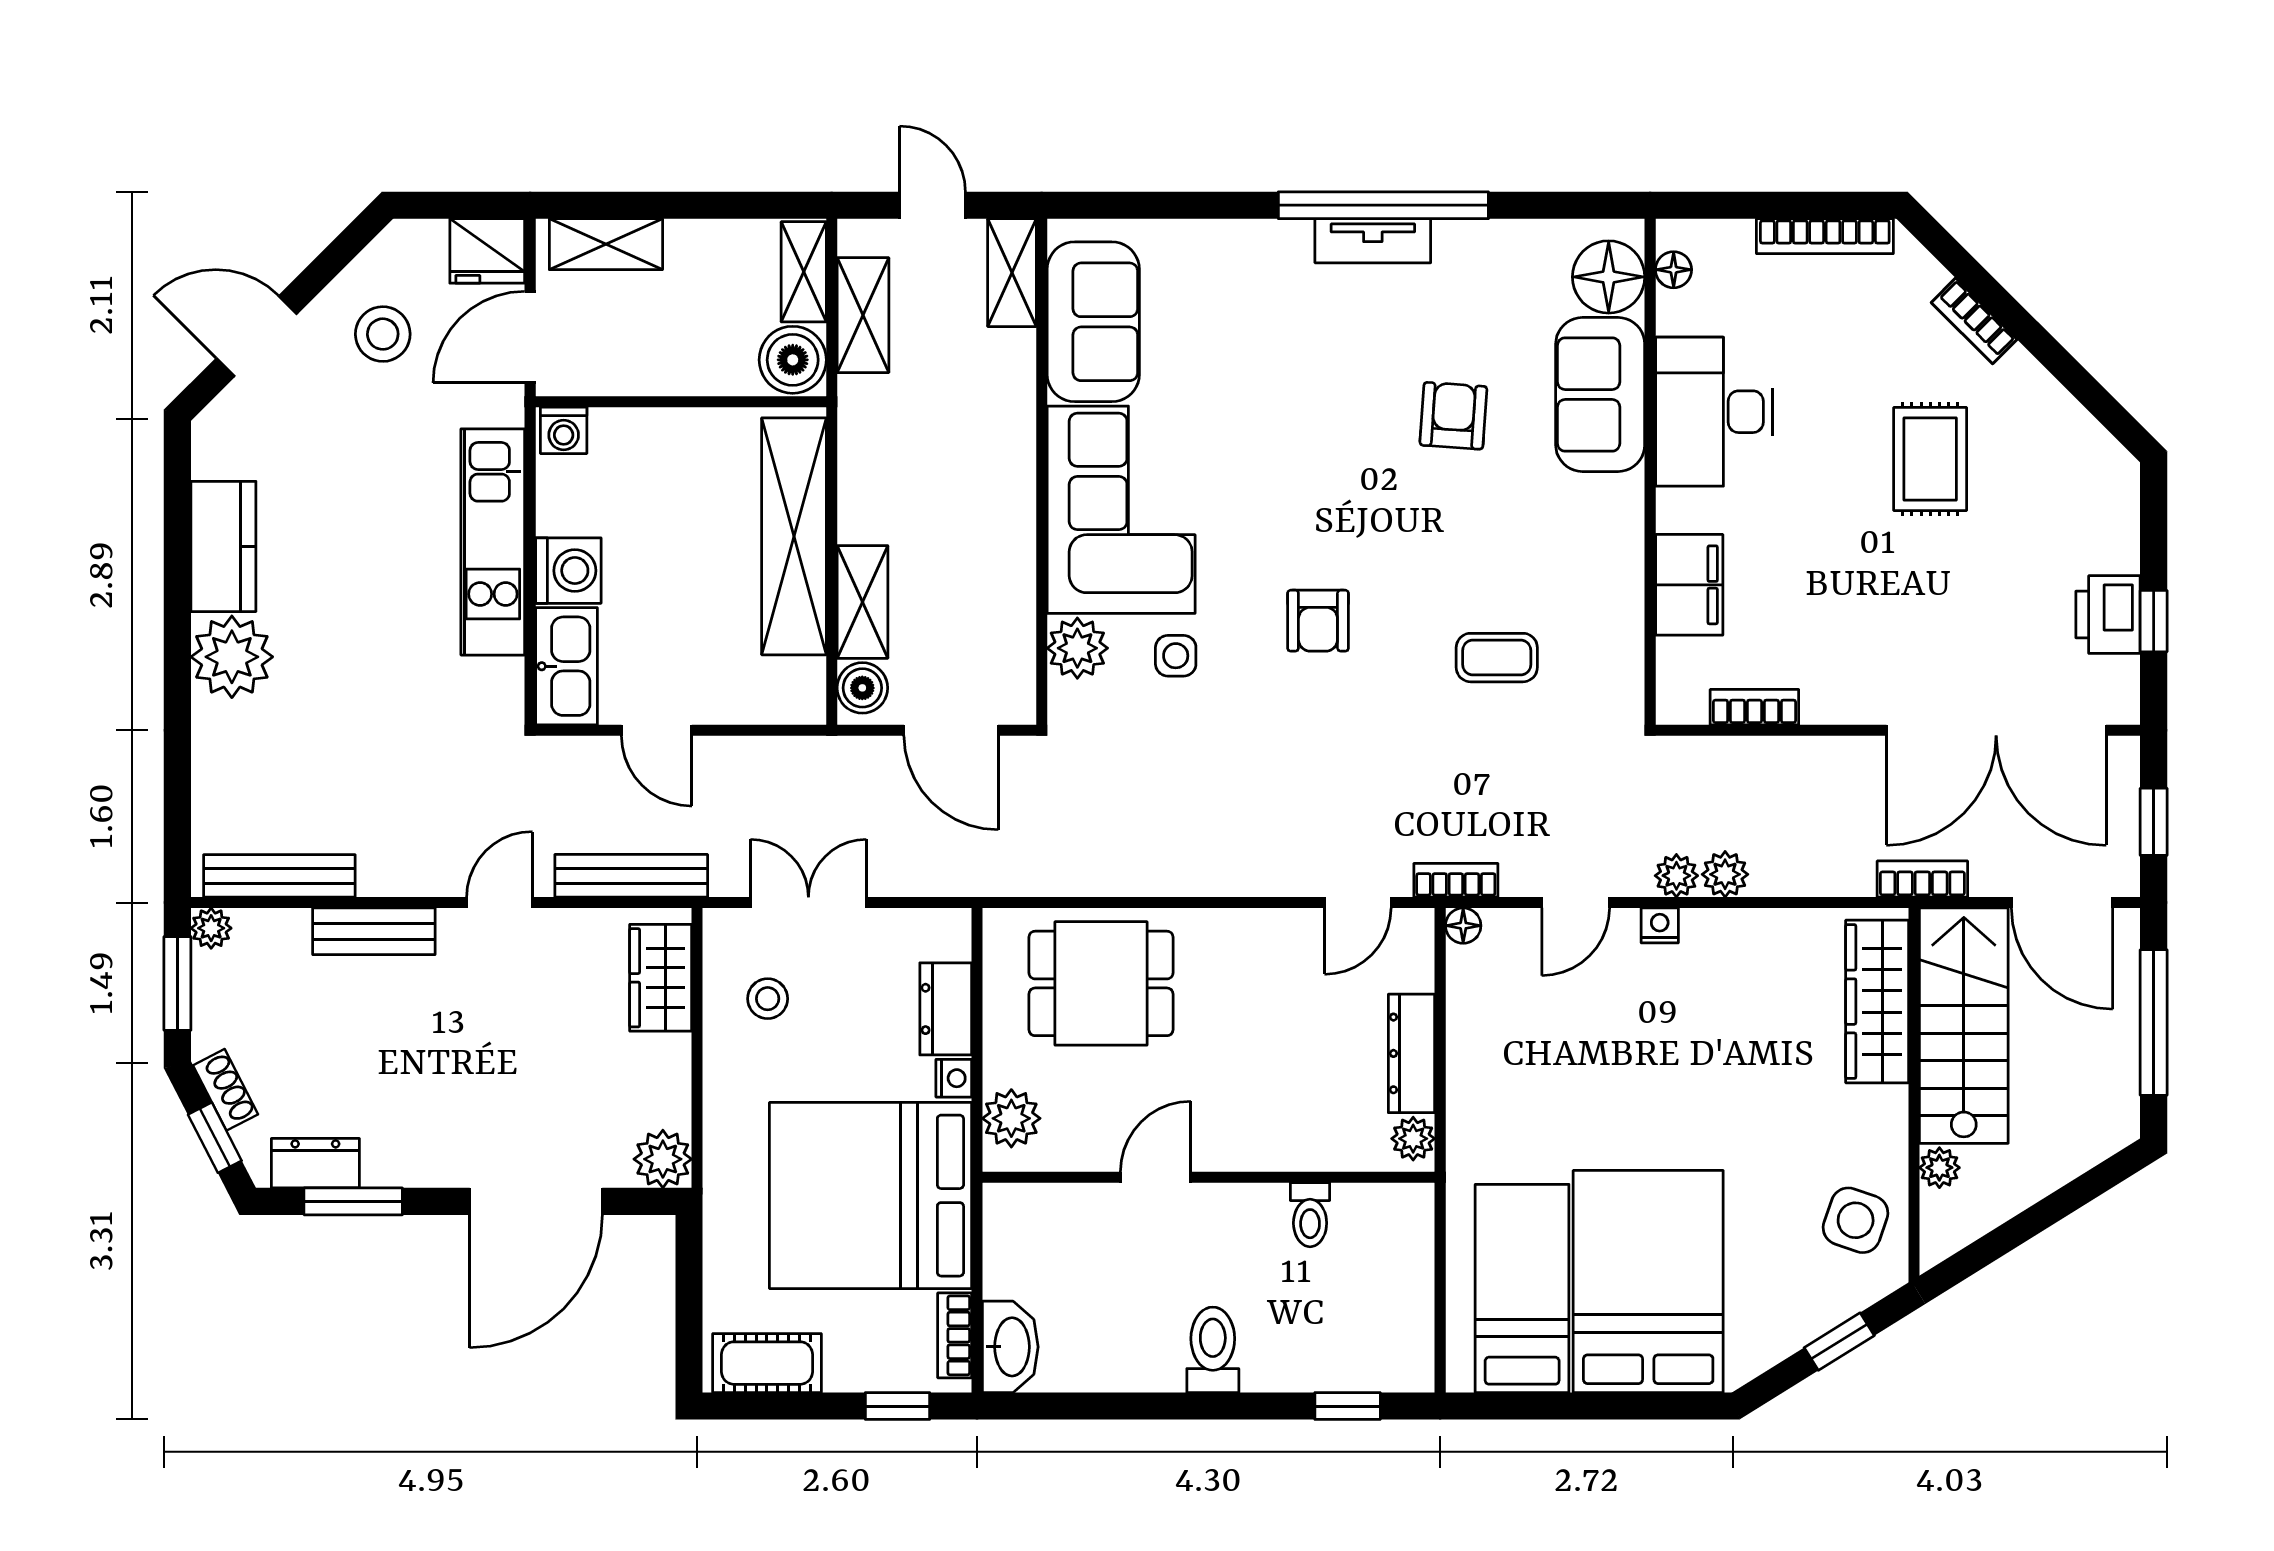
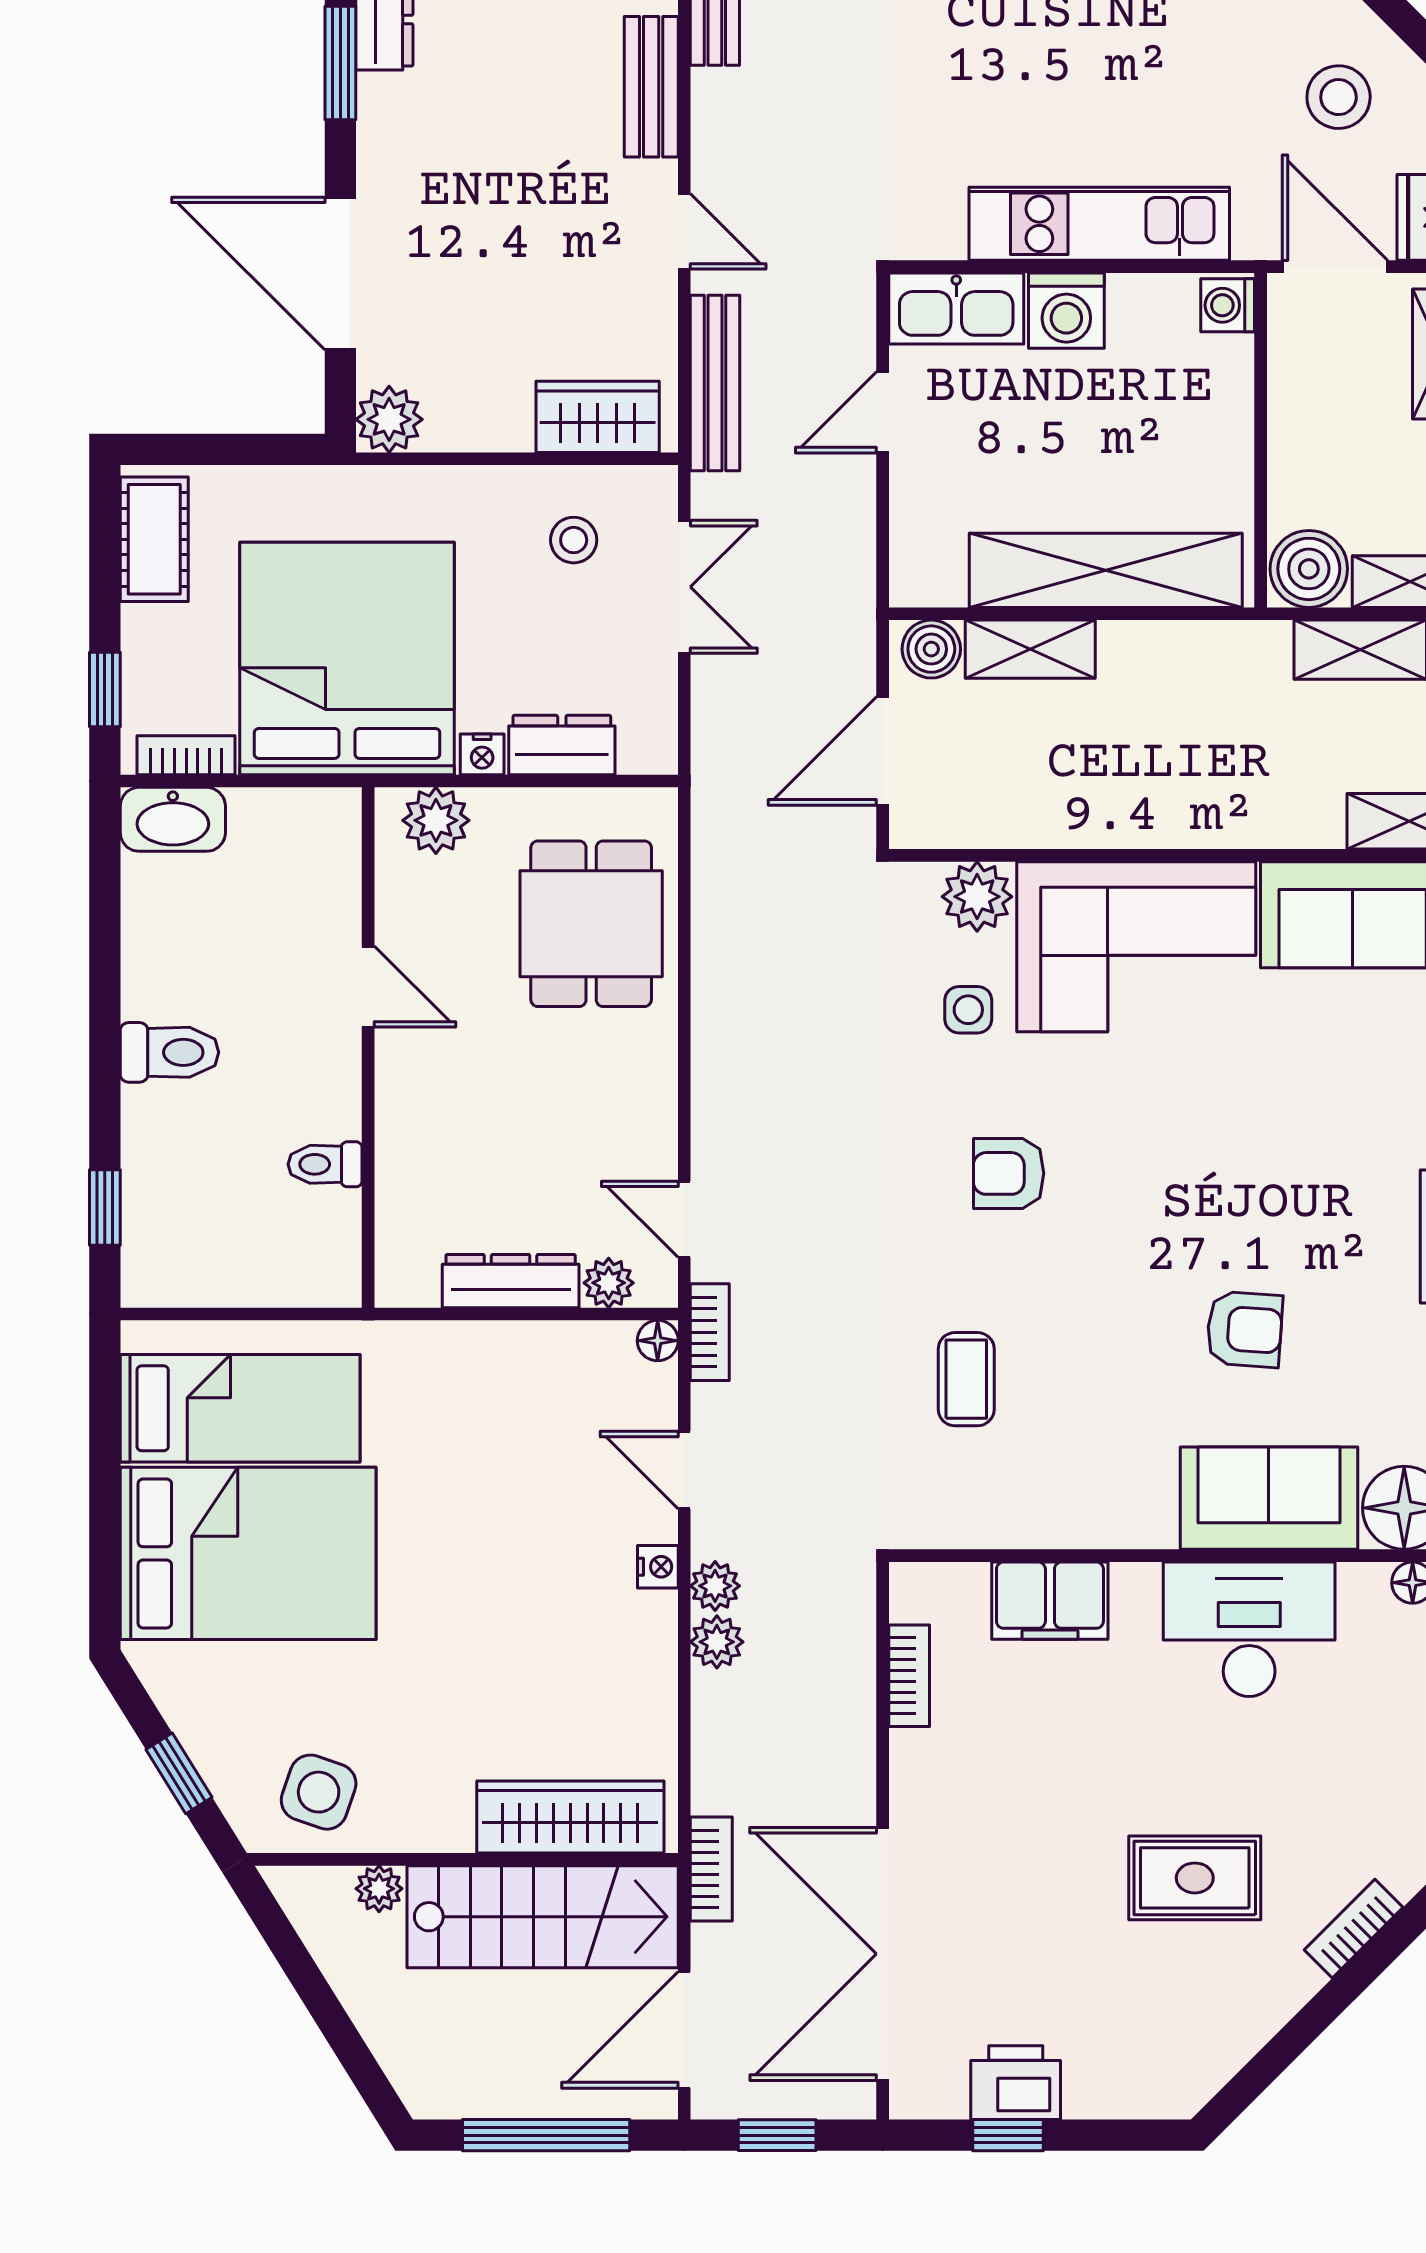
plant: (1413, 1139) -> (609, 1283), moved

